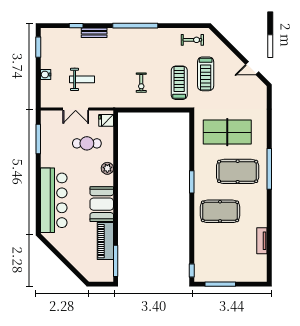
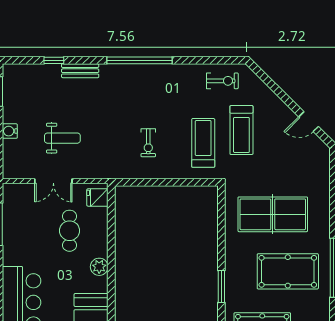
cafe table: (87, 143) -> (70, 231), turned 90

